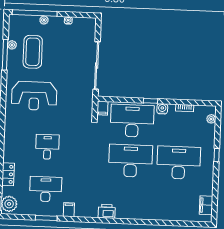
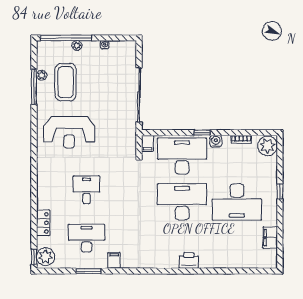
plant: (211, 119) -> (267, 146), width x1.87, depth x1.87
desk: (179, 163) -> (237, 202), turned 180
filing cabinet: (206, 205) -> (270, 238), moved
printer: (107, 211) -> (189, 261), moved

